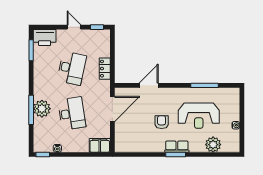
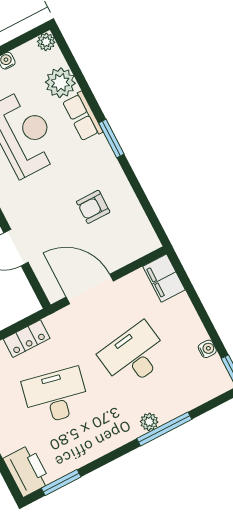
plant: (42, 109) -> (149, 422), width x0.53, depth x0.53
armchair: (162, 122) -> (93, 207), moved
row of seats: (177, 147) -> (82, 116), moved
plant: (235, 148) -> (46, 42), added

